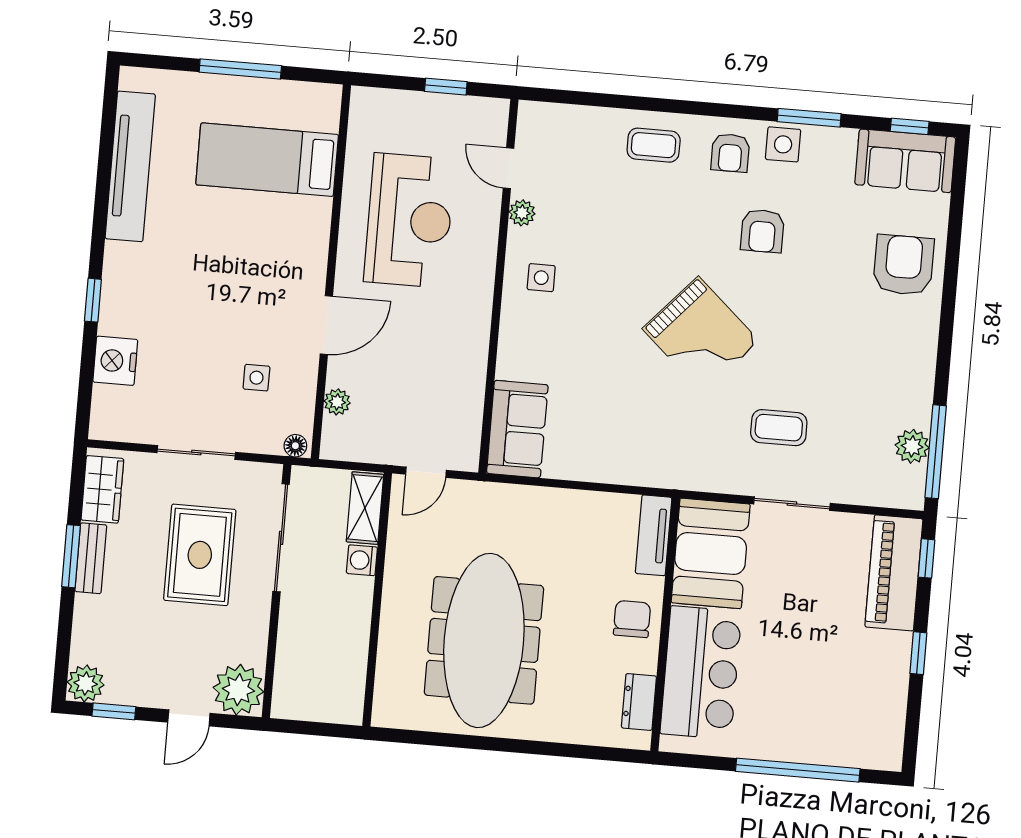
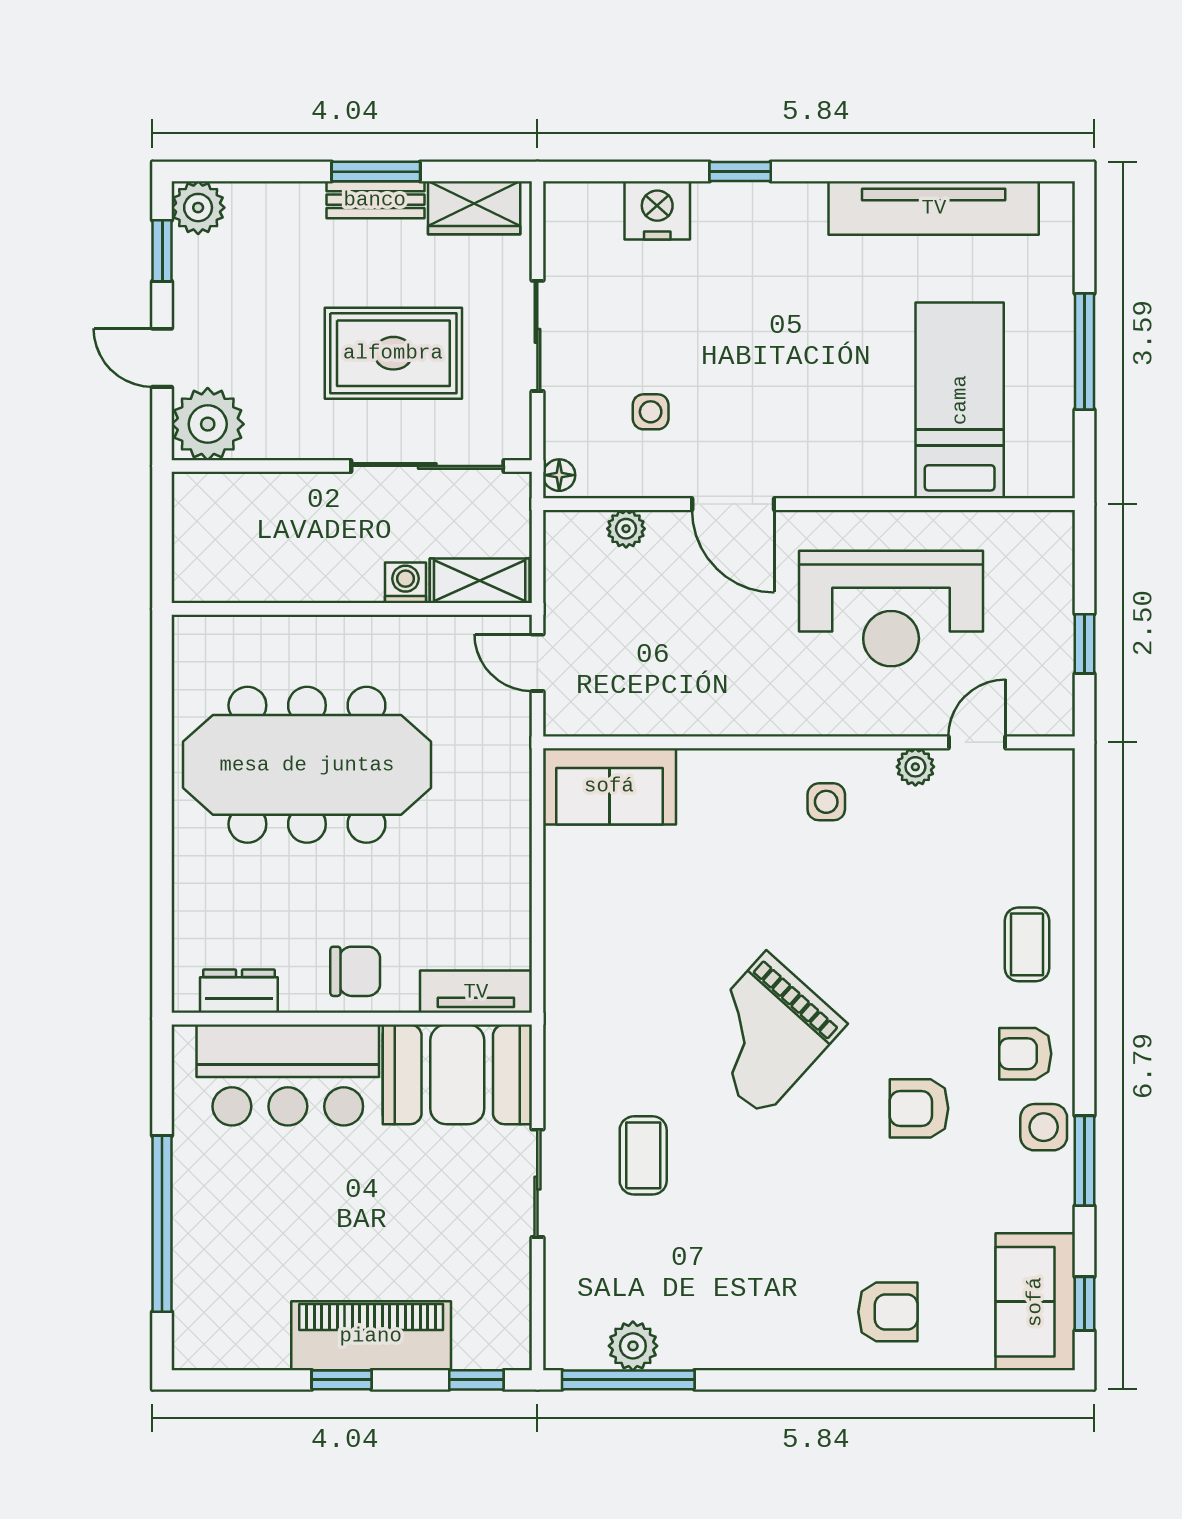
armchair: (904, 265) -> (888, 1312), width x0.72, depth x0.72
piano: (894, 573) -> (371, 1336), moved

